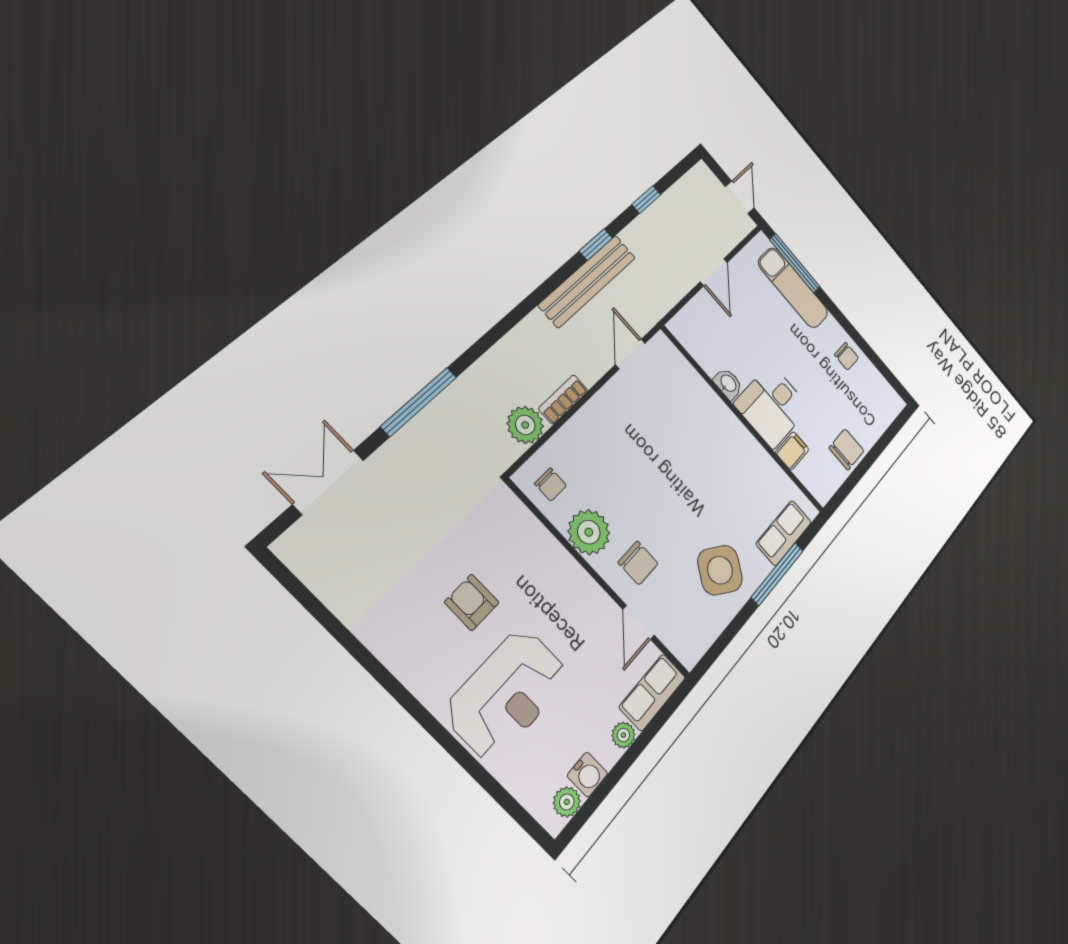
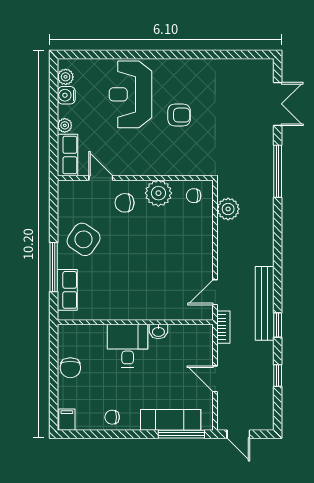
door: (630, 354) -> (215, 292), swing flipped
bookcase: (563, 399) -> (223, 327), moved
filing cabinet: (792, 451) -> (67, 420), moved, turned 180

